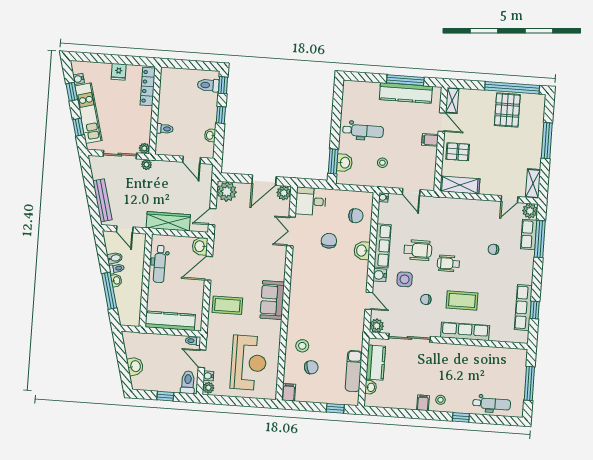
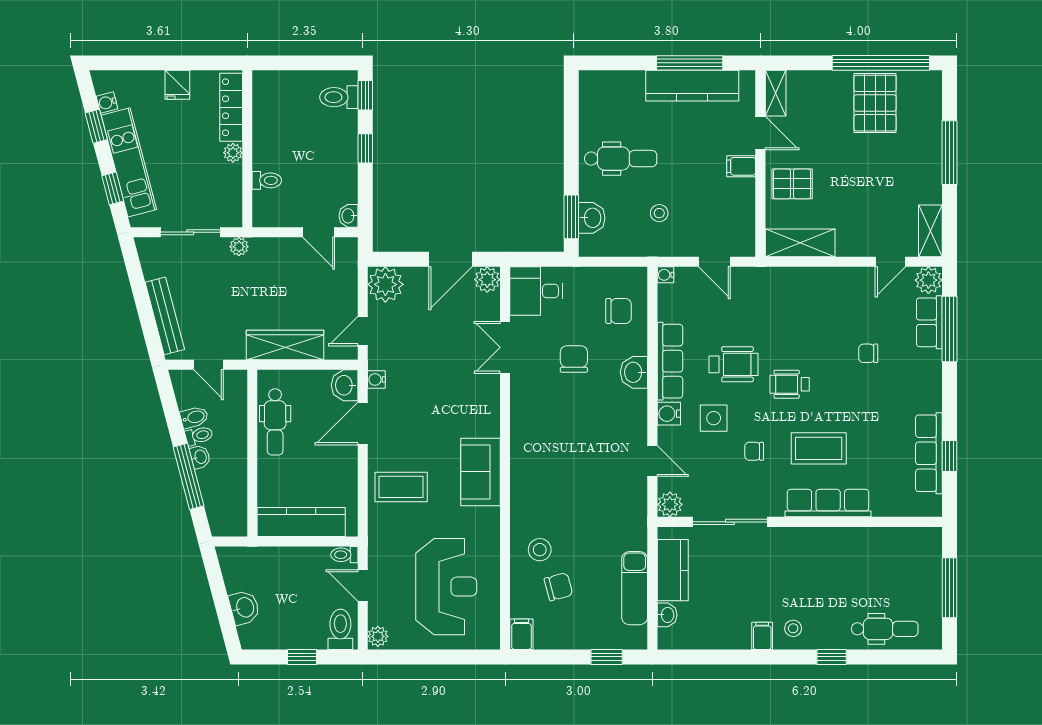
washbasin: (210, 135) -> (349, 216), moved
plant: (144, 148) -> (233, 153), moved
water cooler: (208, 376) -> (376, 379), moved

